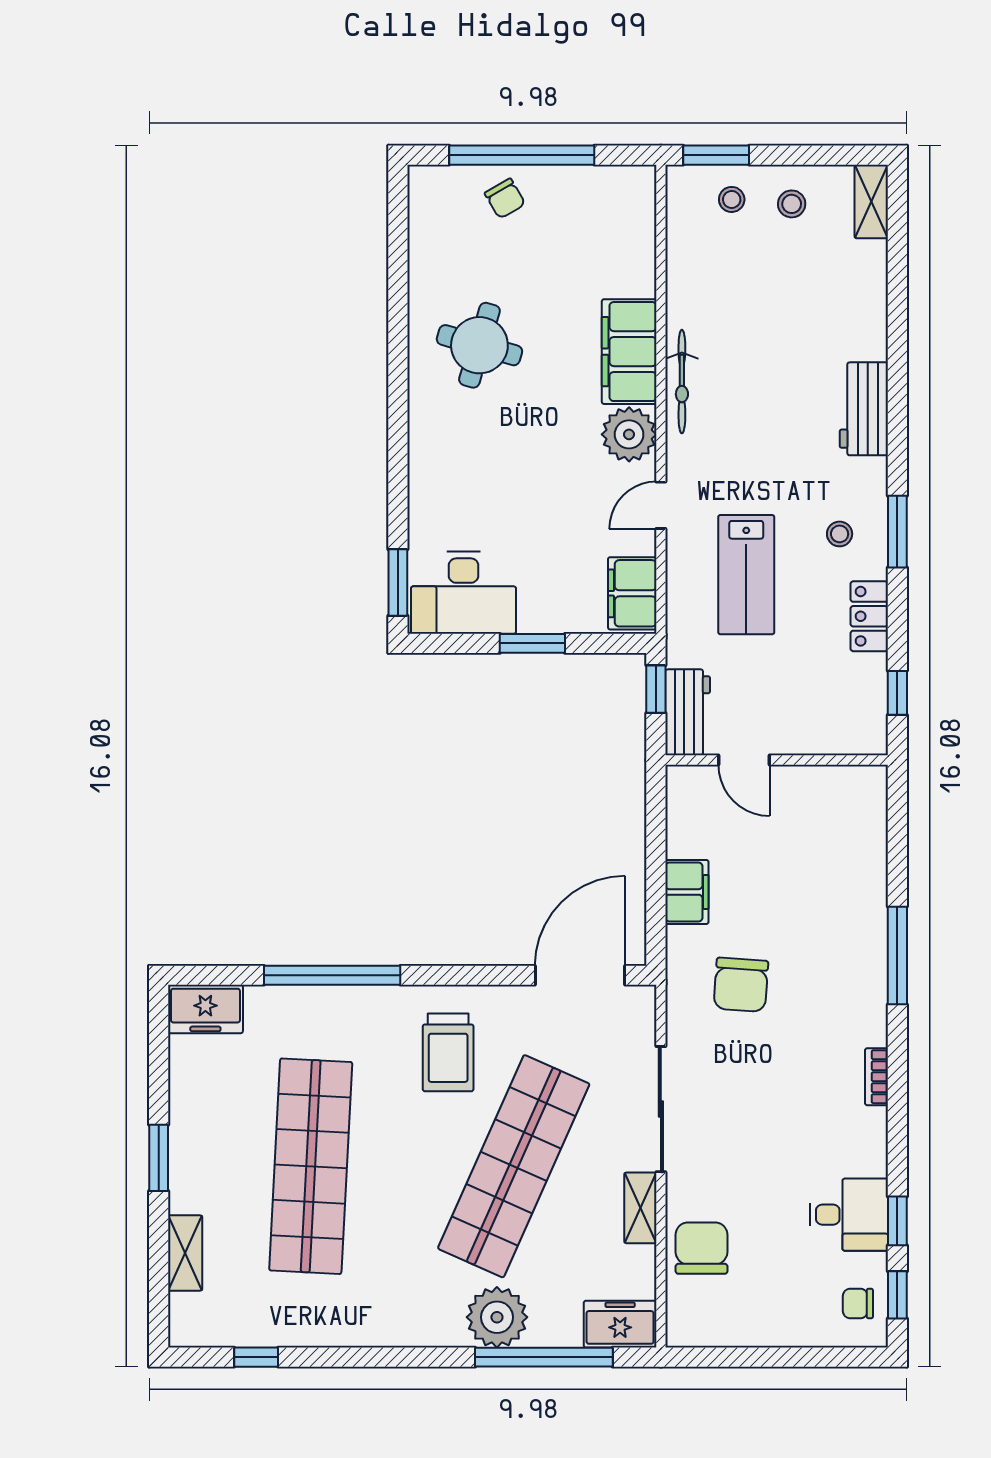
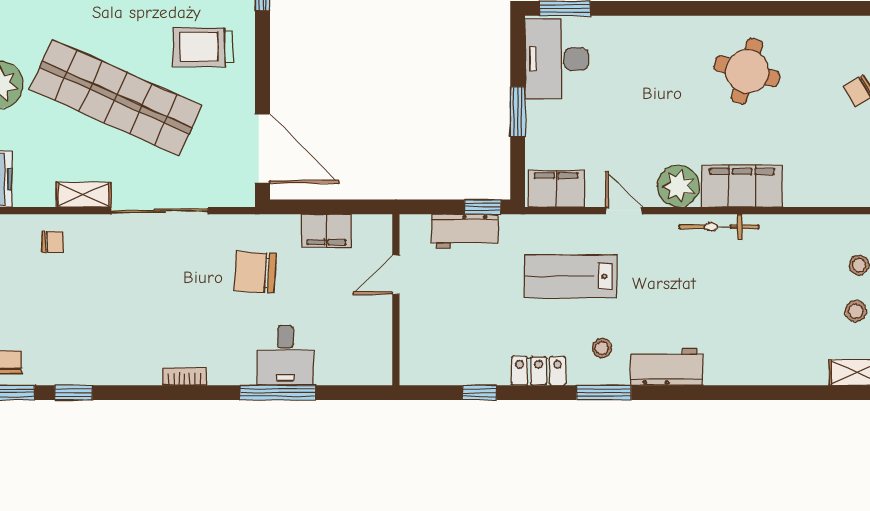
workbench: (864, 409) -> (667, 367), moved
door: (744, 760) -> (396, 275), moved
wall: (777, 760) -> (396, 300), moved
desk: (849, 1215) -> (285, 355), moved
chair: (702, 1248) -> (53, 242), width x0.54, depth x0.54

